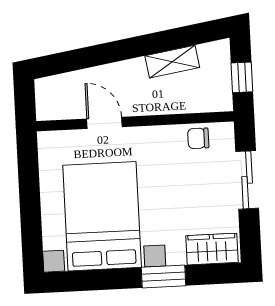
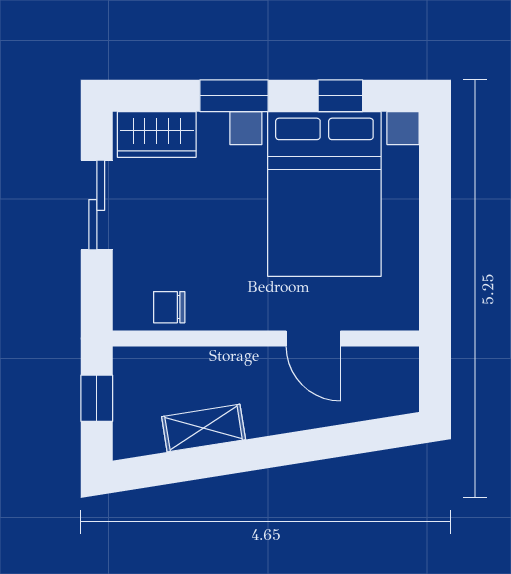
chair: (198, 138) -> (169, 307), turned 180
sliding door: (247, 180) -> (97, 205), moved
window: (95, 280) -> (340, 96), added

